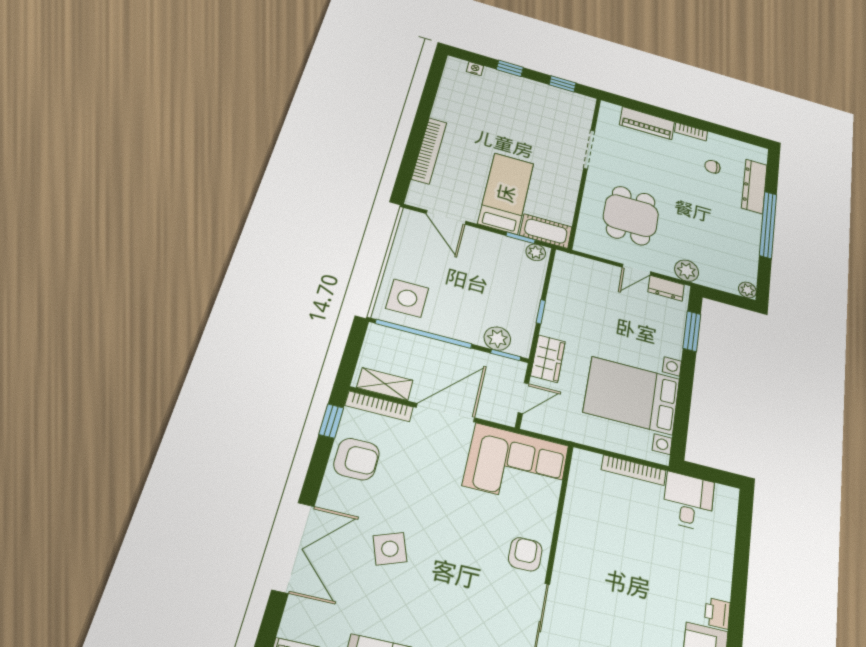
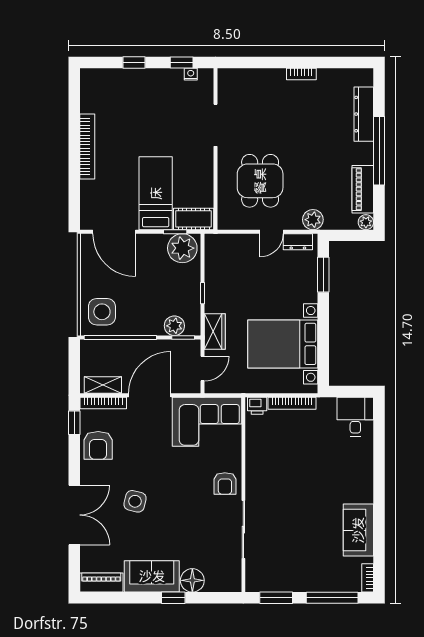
nightstand: (475, 69) -> (191, 74), moved
piano: (647, 123) -> (363, 189), moved, turned 90
bookcase: (429, 151) -> (87, 147), moved
chair: (712, 167) -> (324, 106), removed
door: (446, 217) -> (114, 232), width x1.36
plant: (536, 252) -> (182, 248), width x1.88, depth x1.88
armchair: (357, 459) -> (98, 445), turned 90
desk: (688, 501) -> (355, 417), moved
side table: (390, 549) -> (135, 501), turned 34
armchair: (525, 554) -> (225, 484), turned 180
printer: (717, 613) -> (257, 406), moved, turned -90

